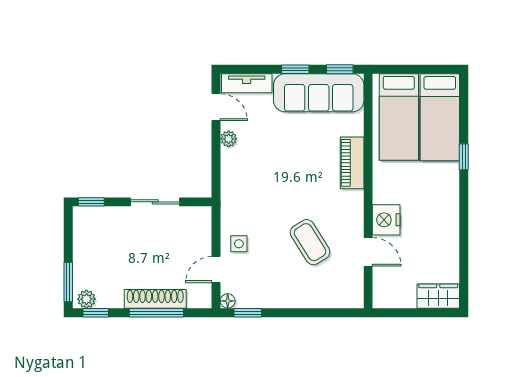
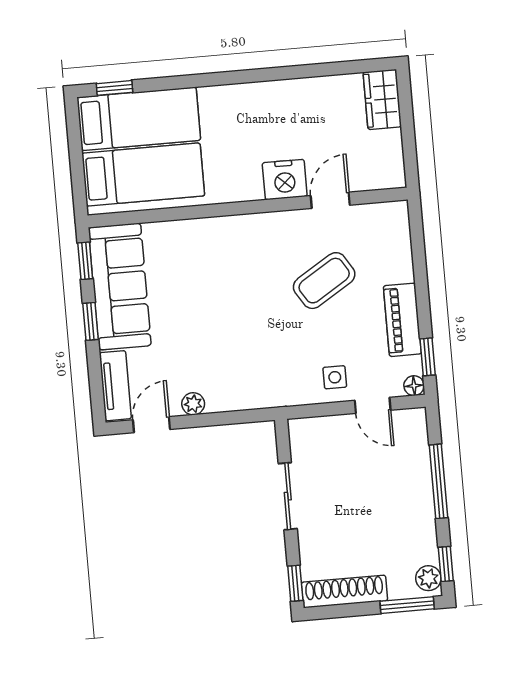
window: (464, 157) -> (114, 88), moved
piano: (352, 163) -> (402, 320), moved, turned 90
shoe rack: (155, 299) -> (344, 591), moved, turned 90

